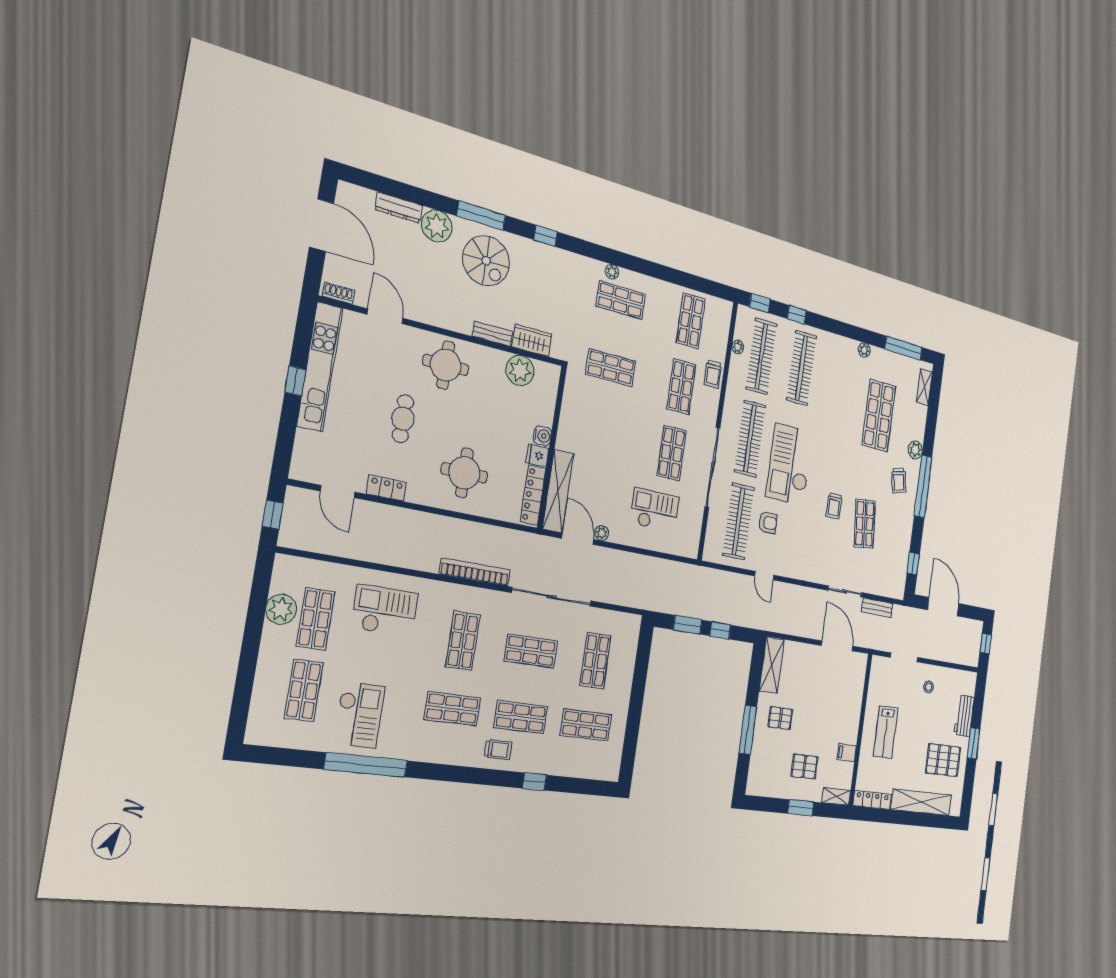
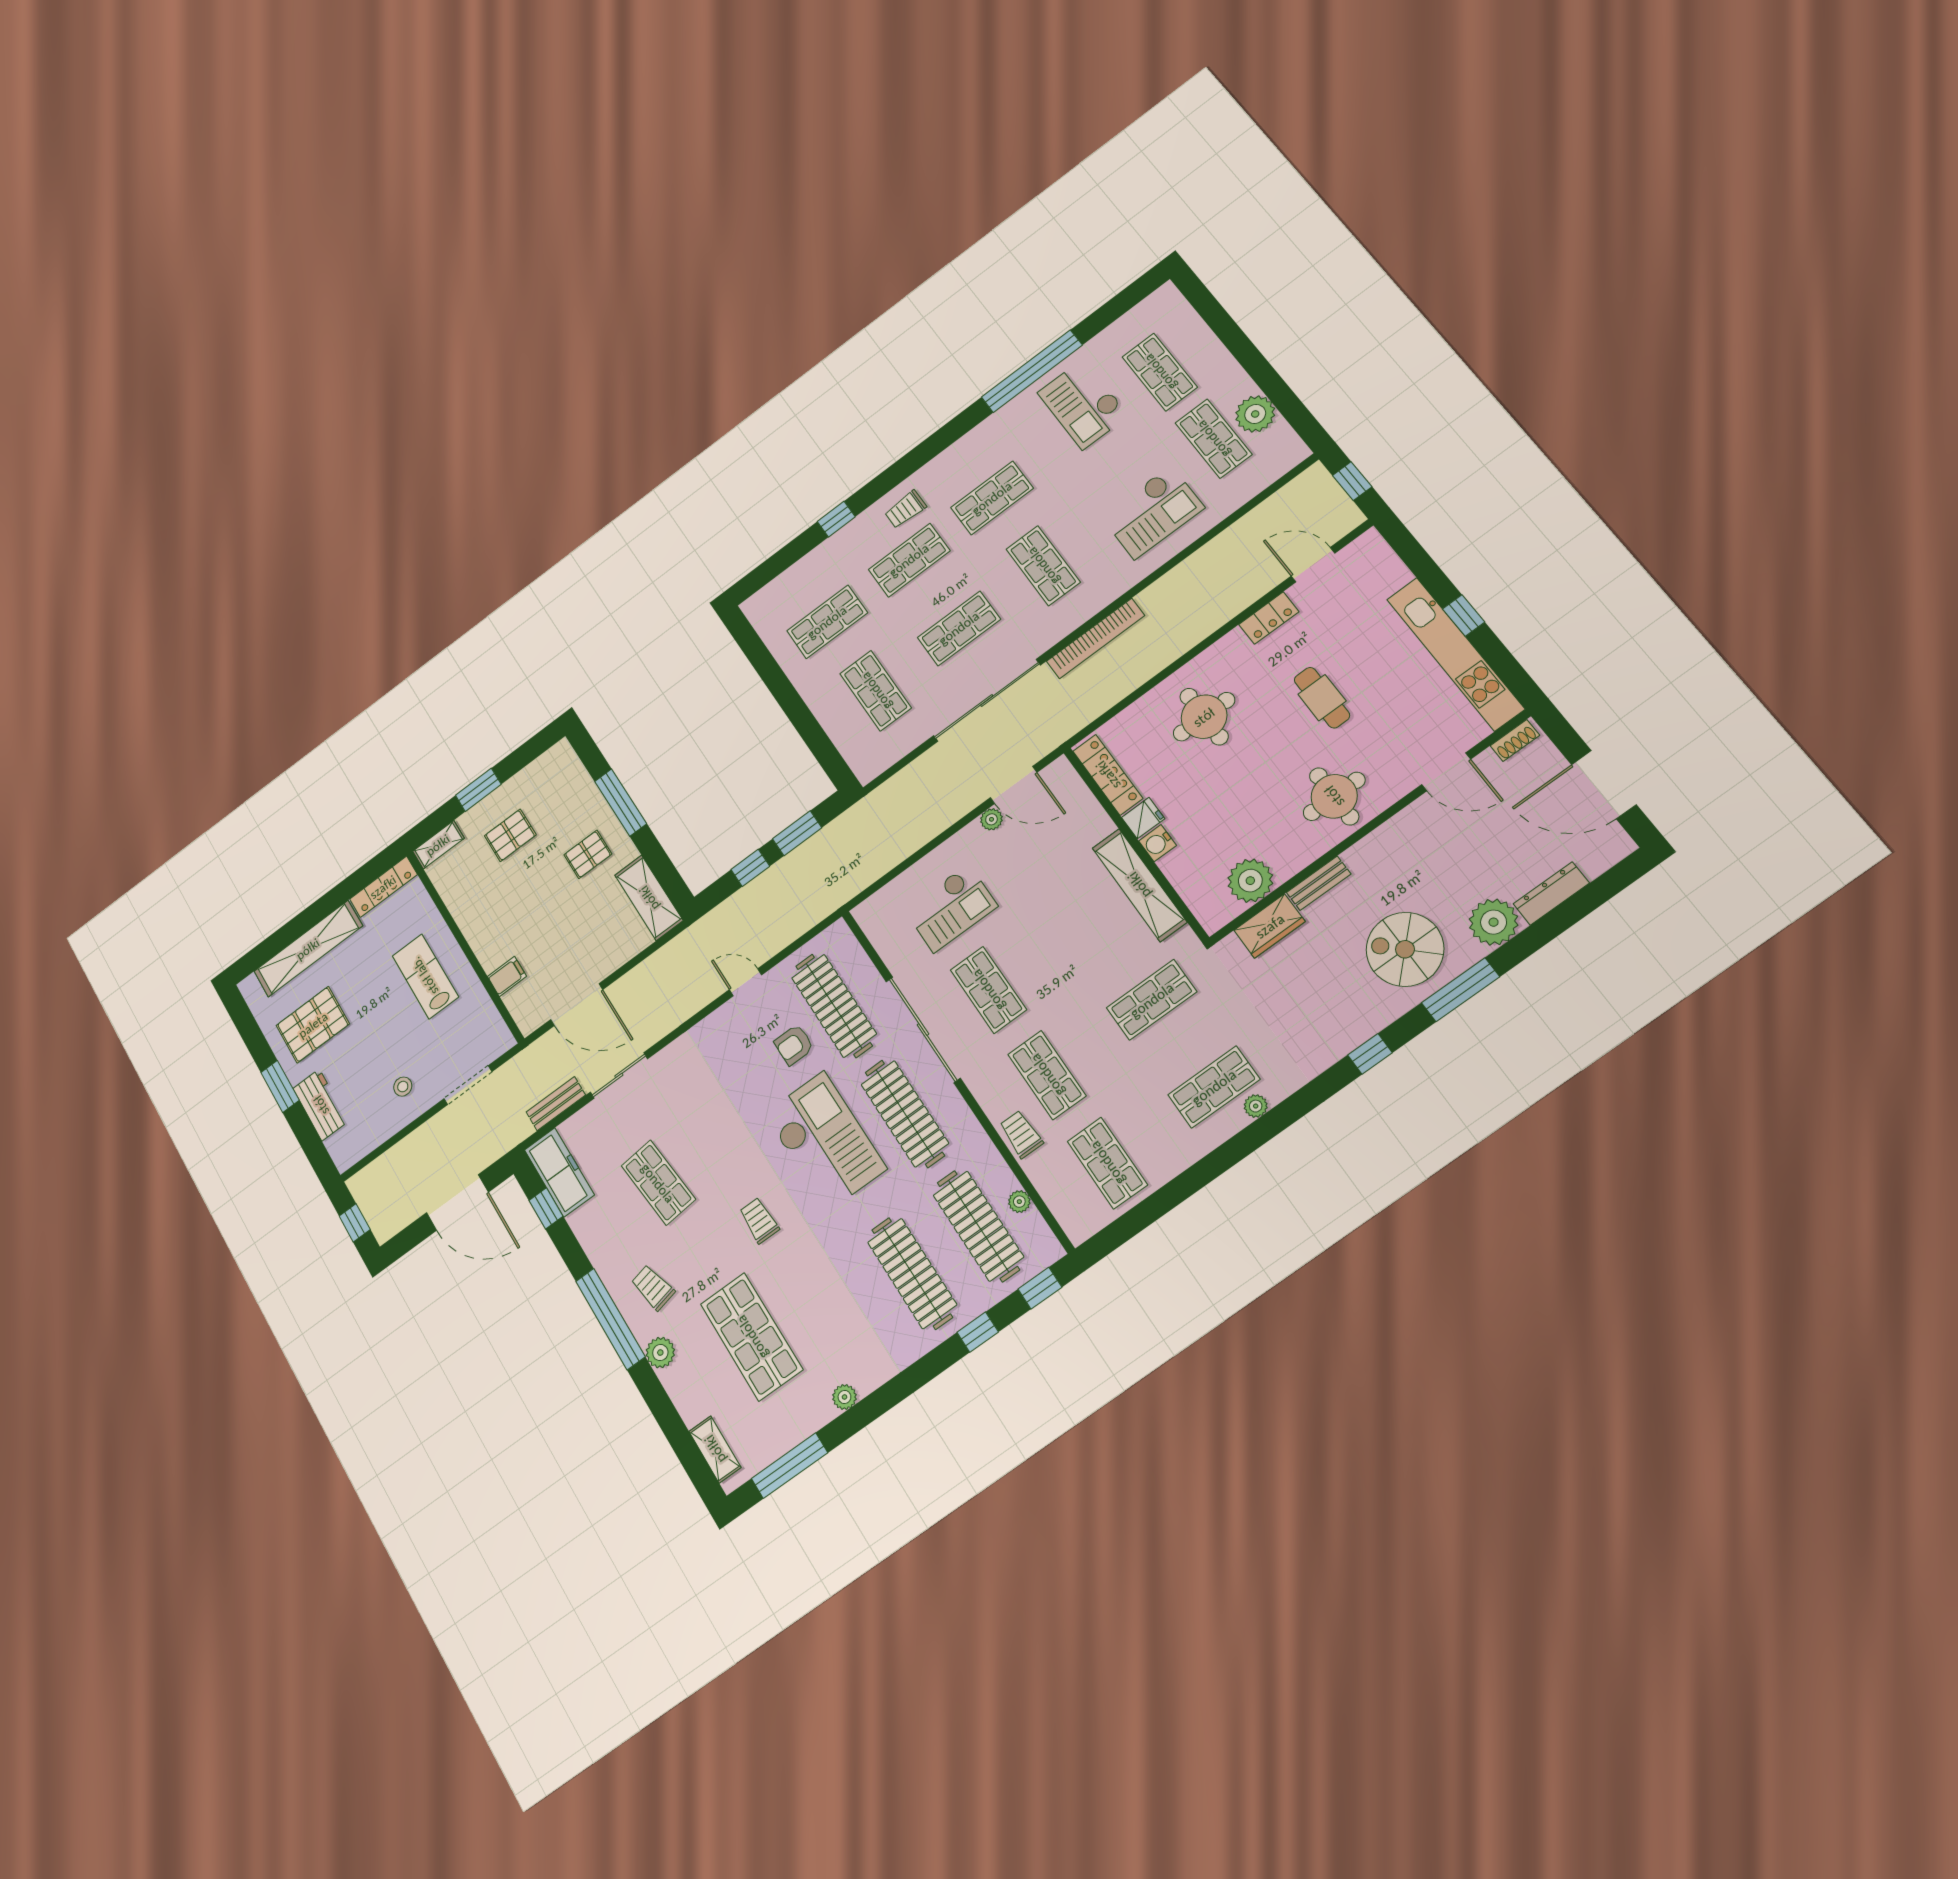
shelving: (558, 491) -> (1139, 885), moved
trolley: (834, 506) -> (759, 1220), moved
freezer: (897, 574) -> (559, 1172), added
filing cabinet: (847, 753) -> (507, 976), moved

